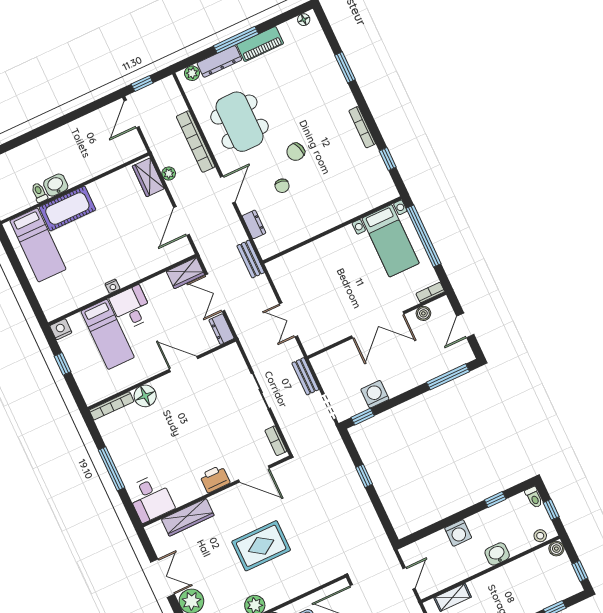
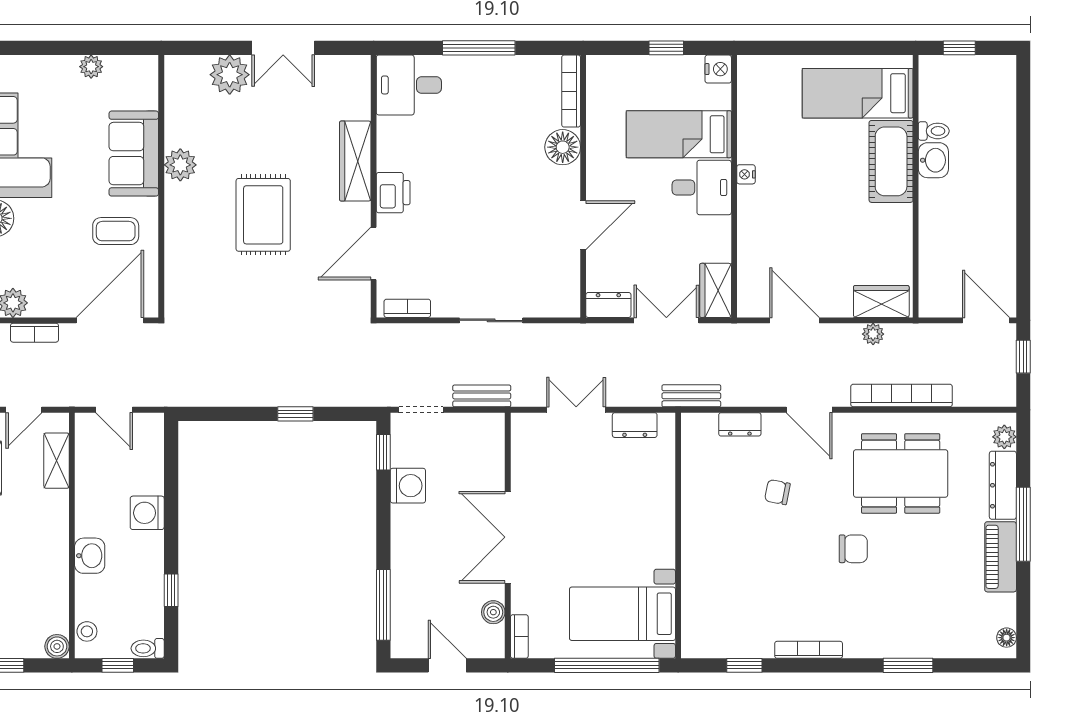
chair: (296, 152) -> (853, 549), moved, turned 108
dresser: (282, 283) -> (635, 425), added
wardrobe: (188, 517) -> (355, 161), moved

